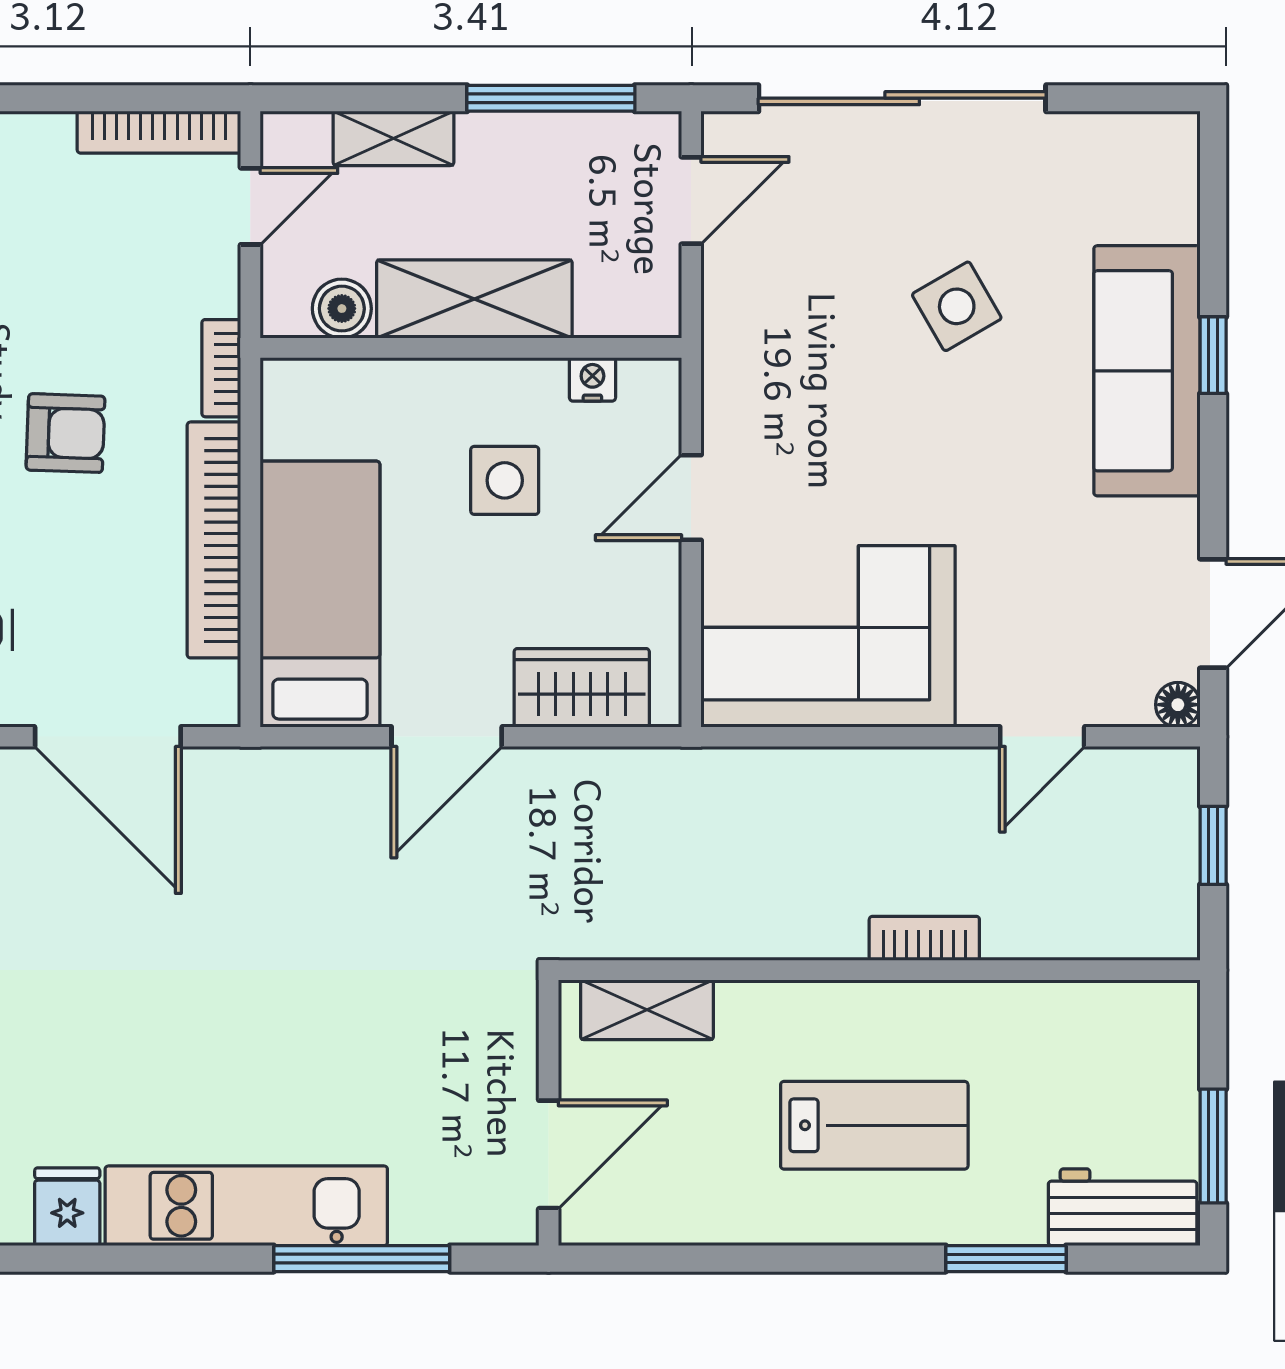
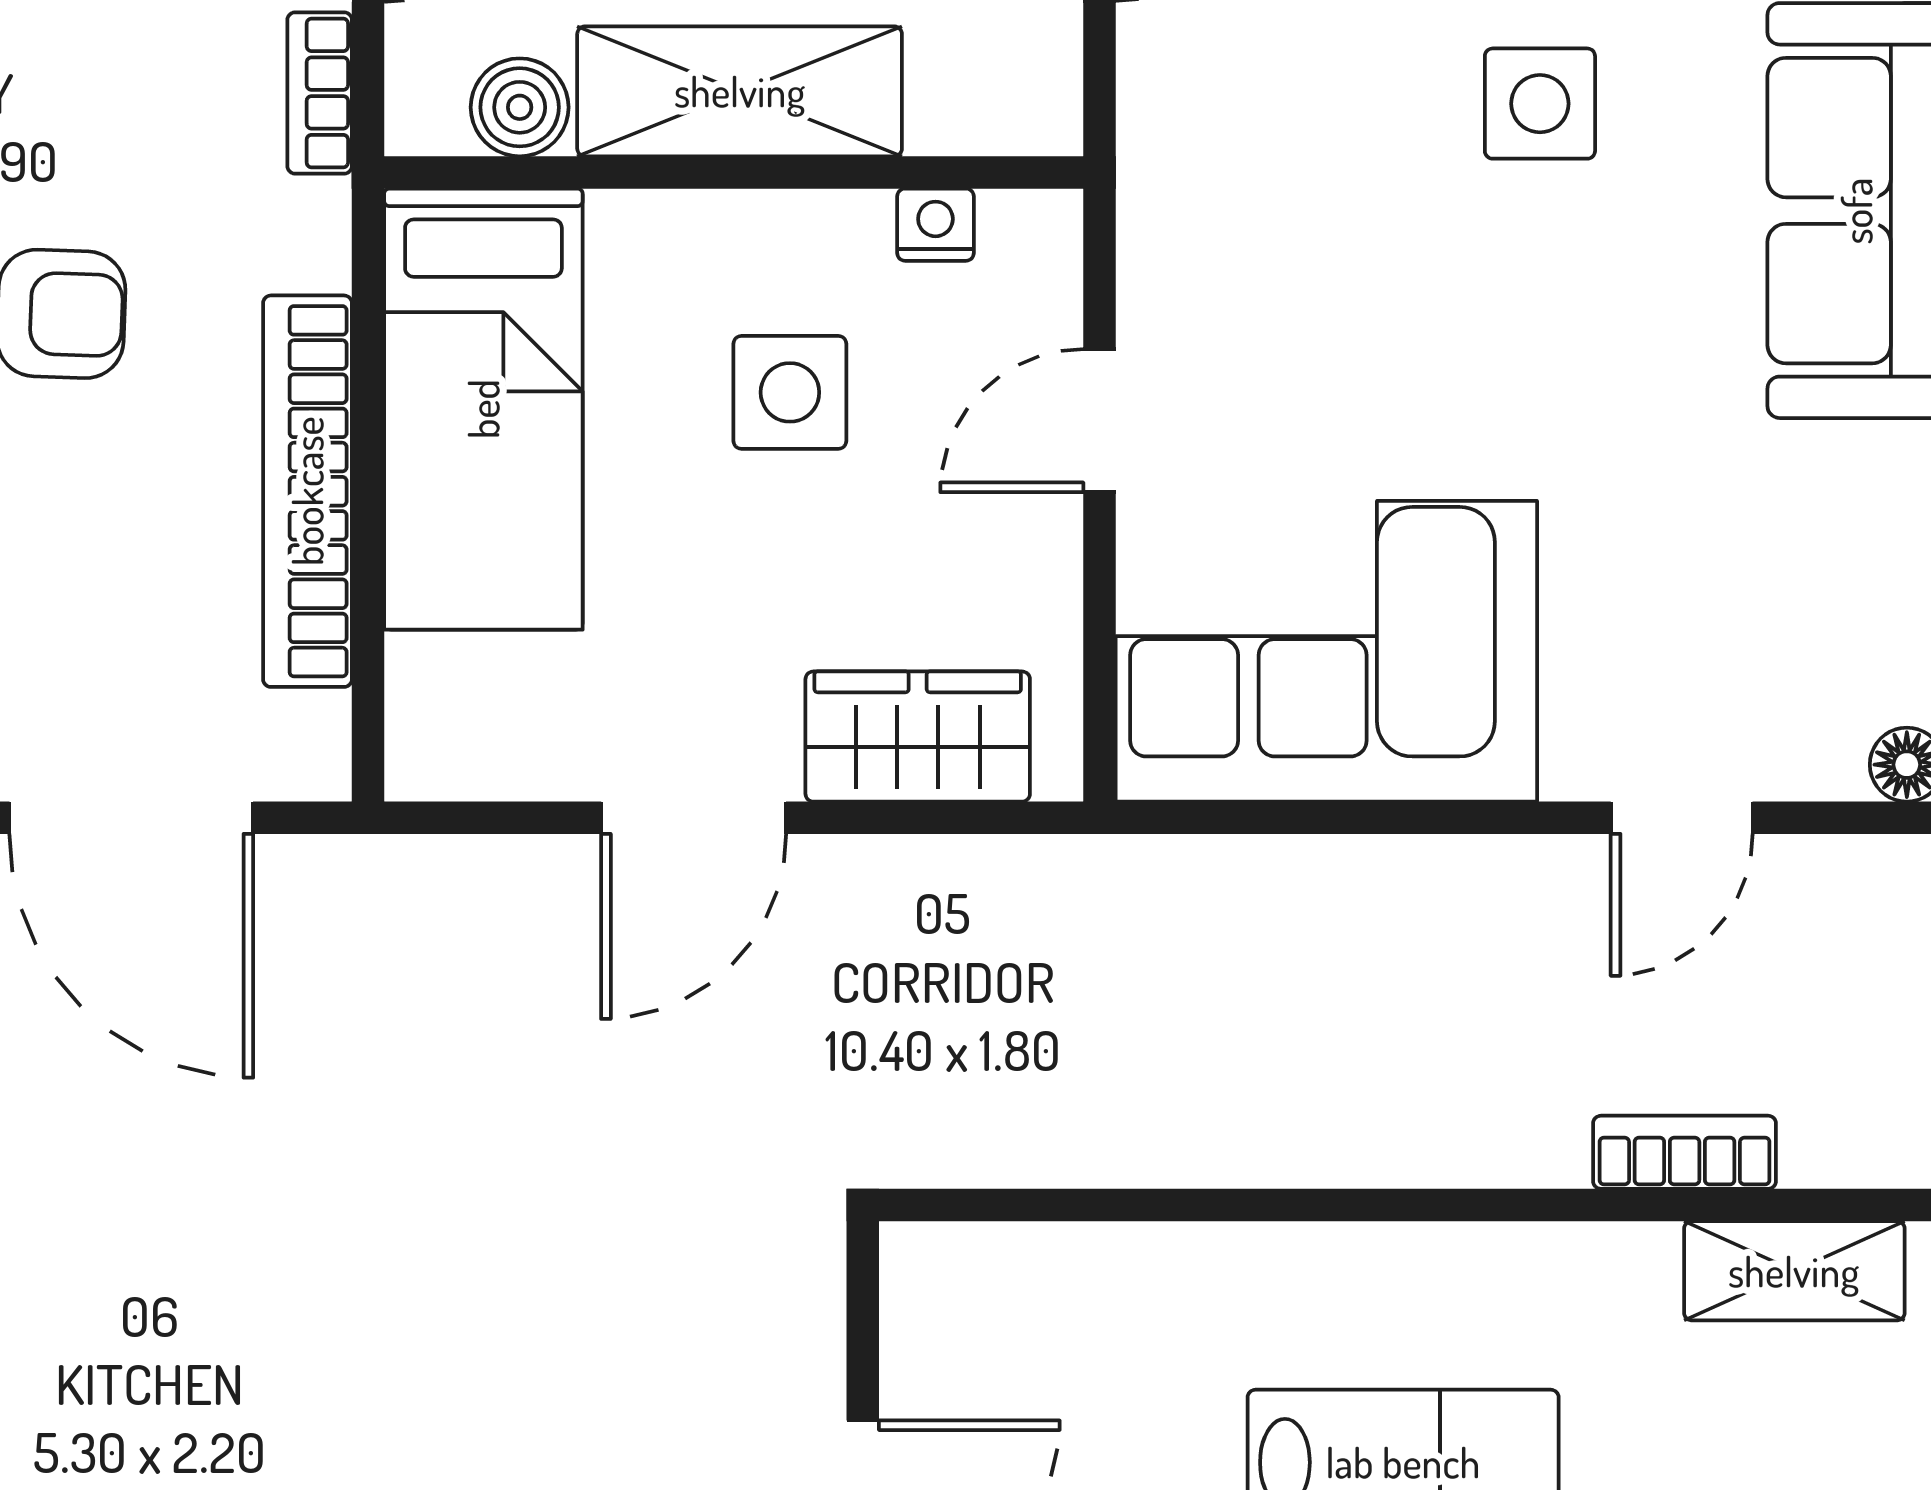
side table: (957, 306) -> (1540, 104), turned 30
bookcase: (221, 368) -> (320, 93), moved
bed: (320, 594) -> (483, 409), moved, turned 180
bookcase: (924, 938) -> (1685, 1152), moved
shelving: (647, 1010) -> (1794, 1271), moved

